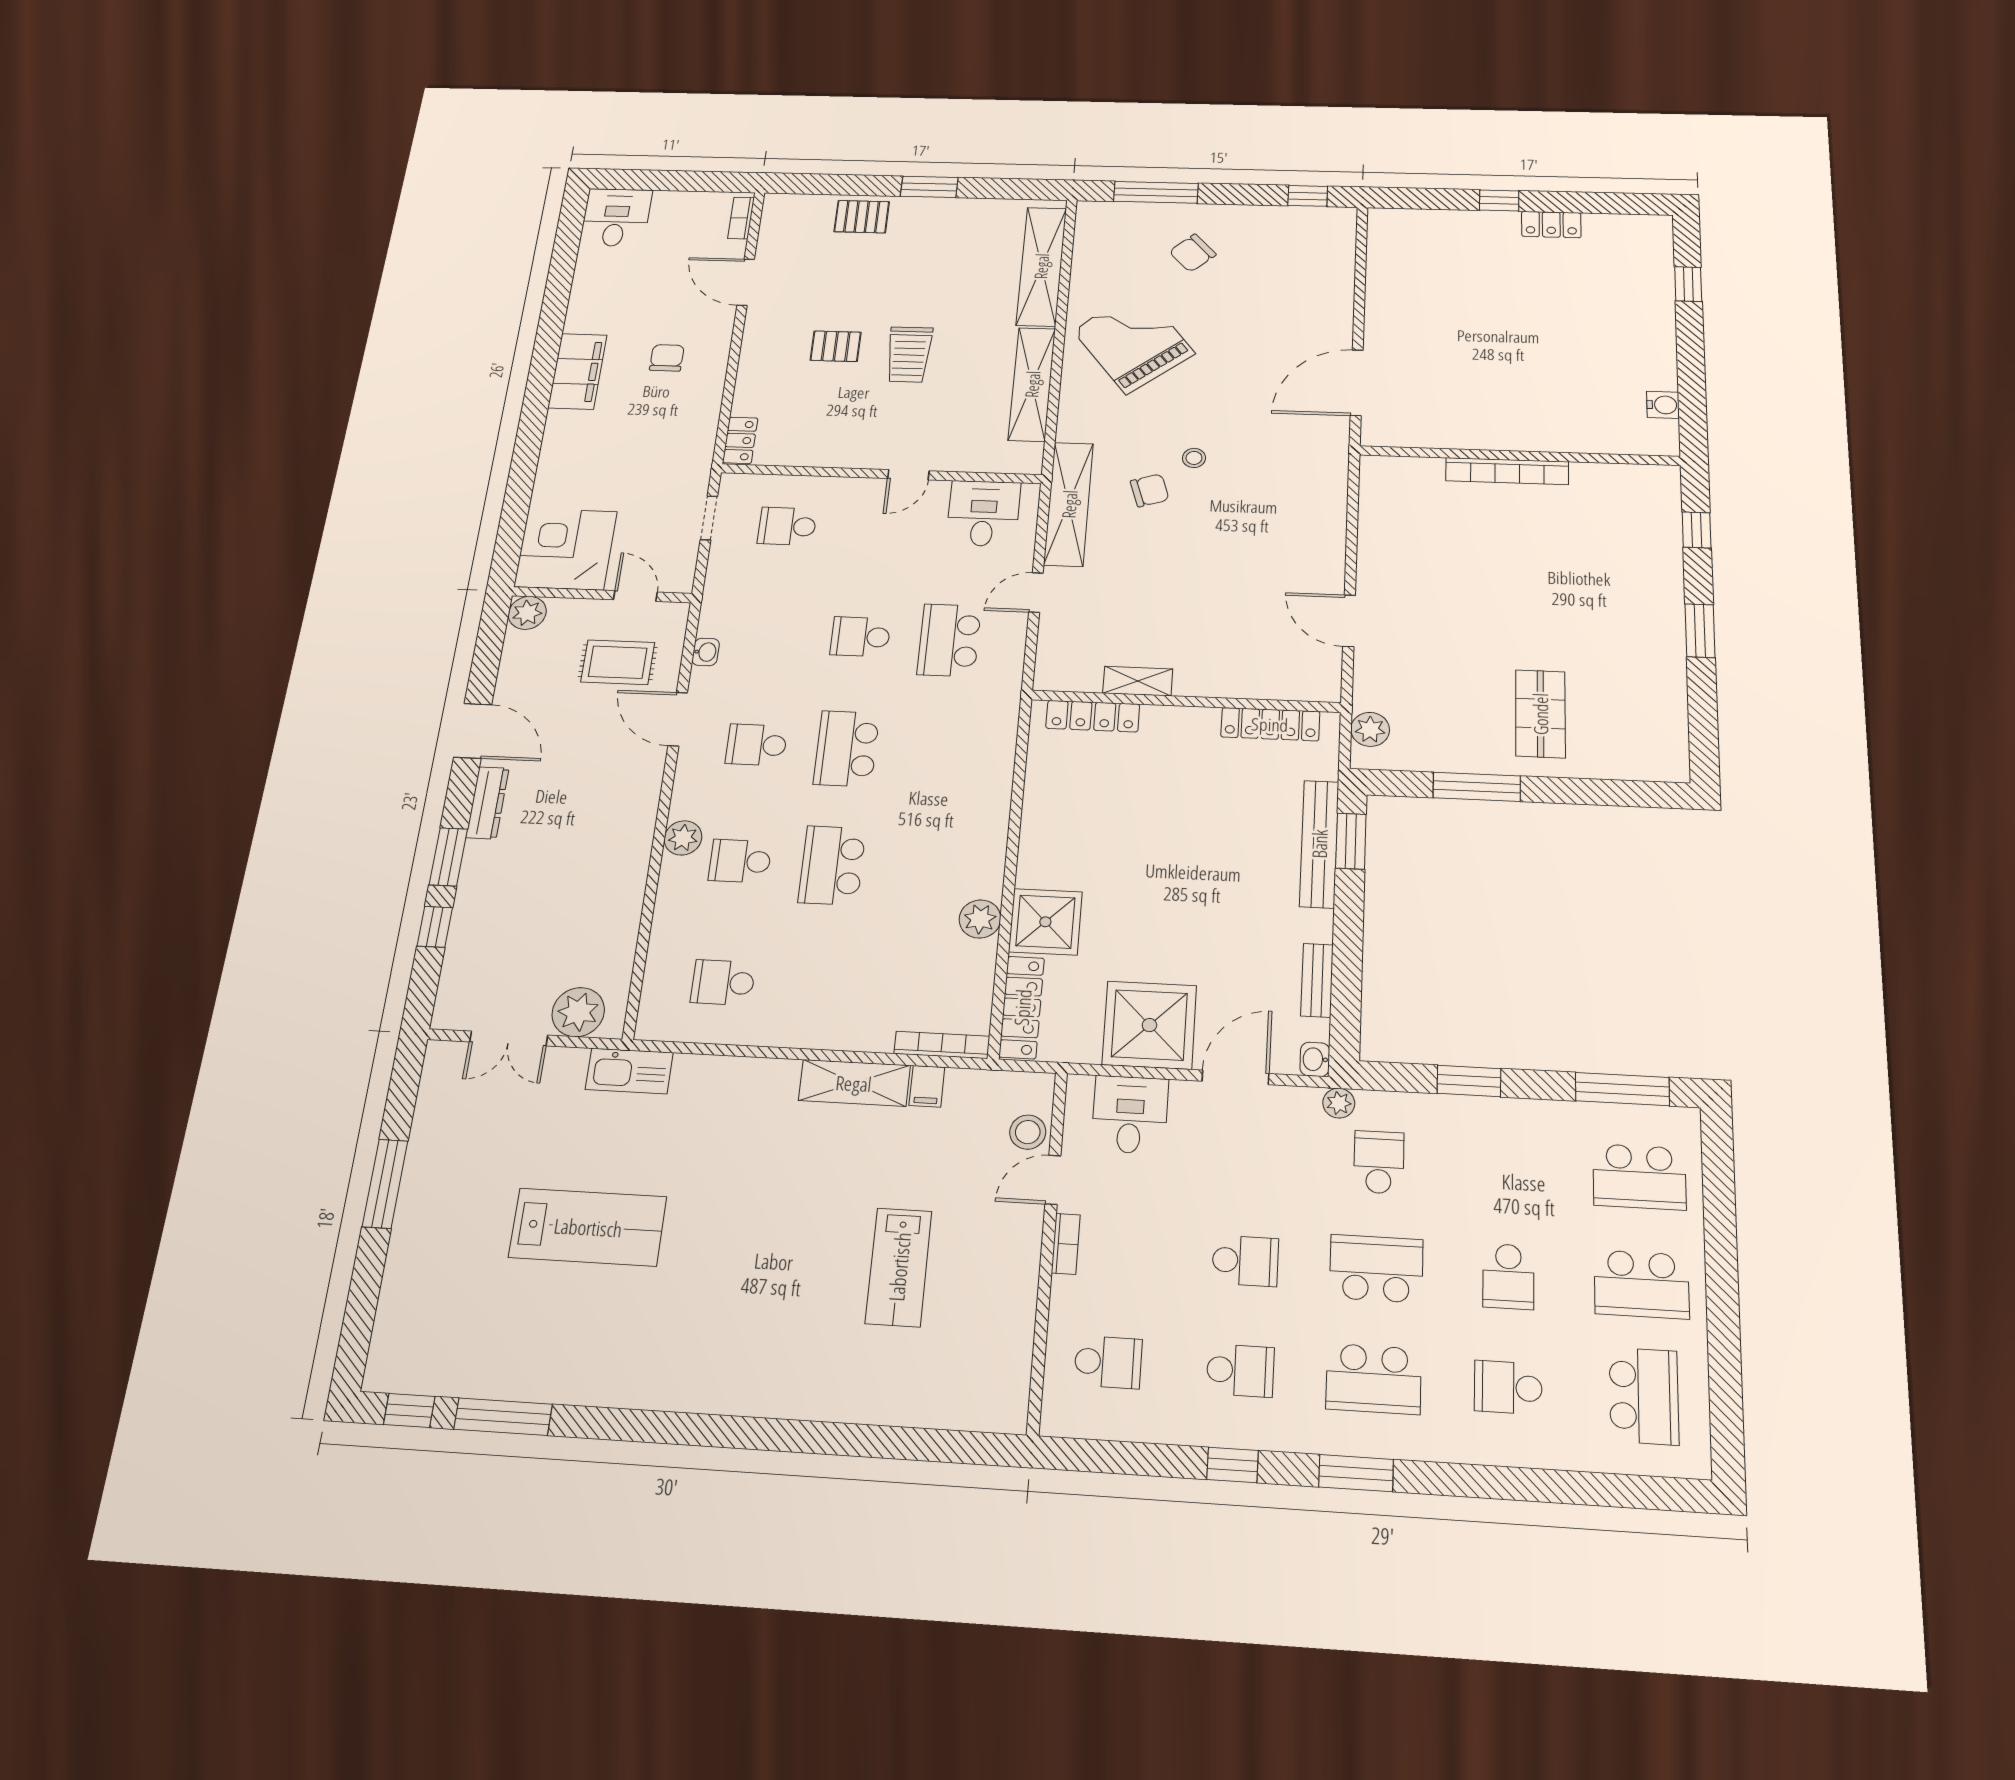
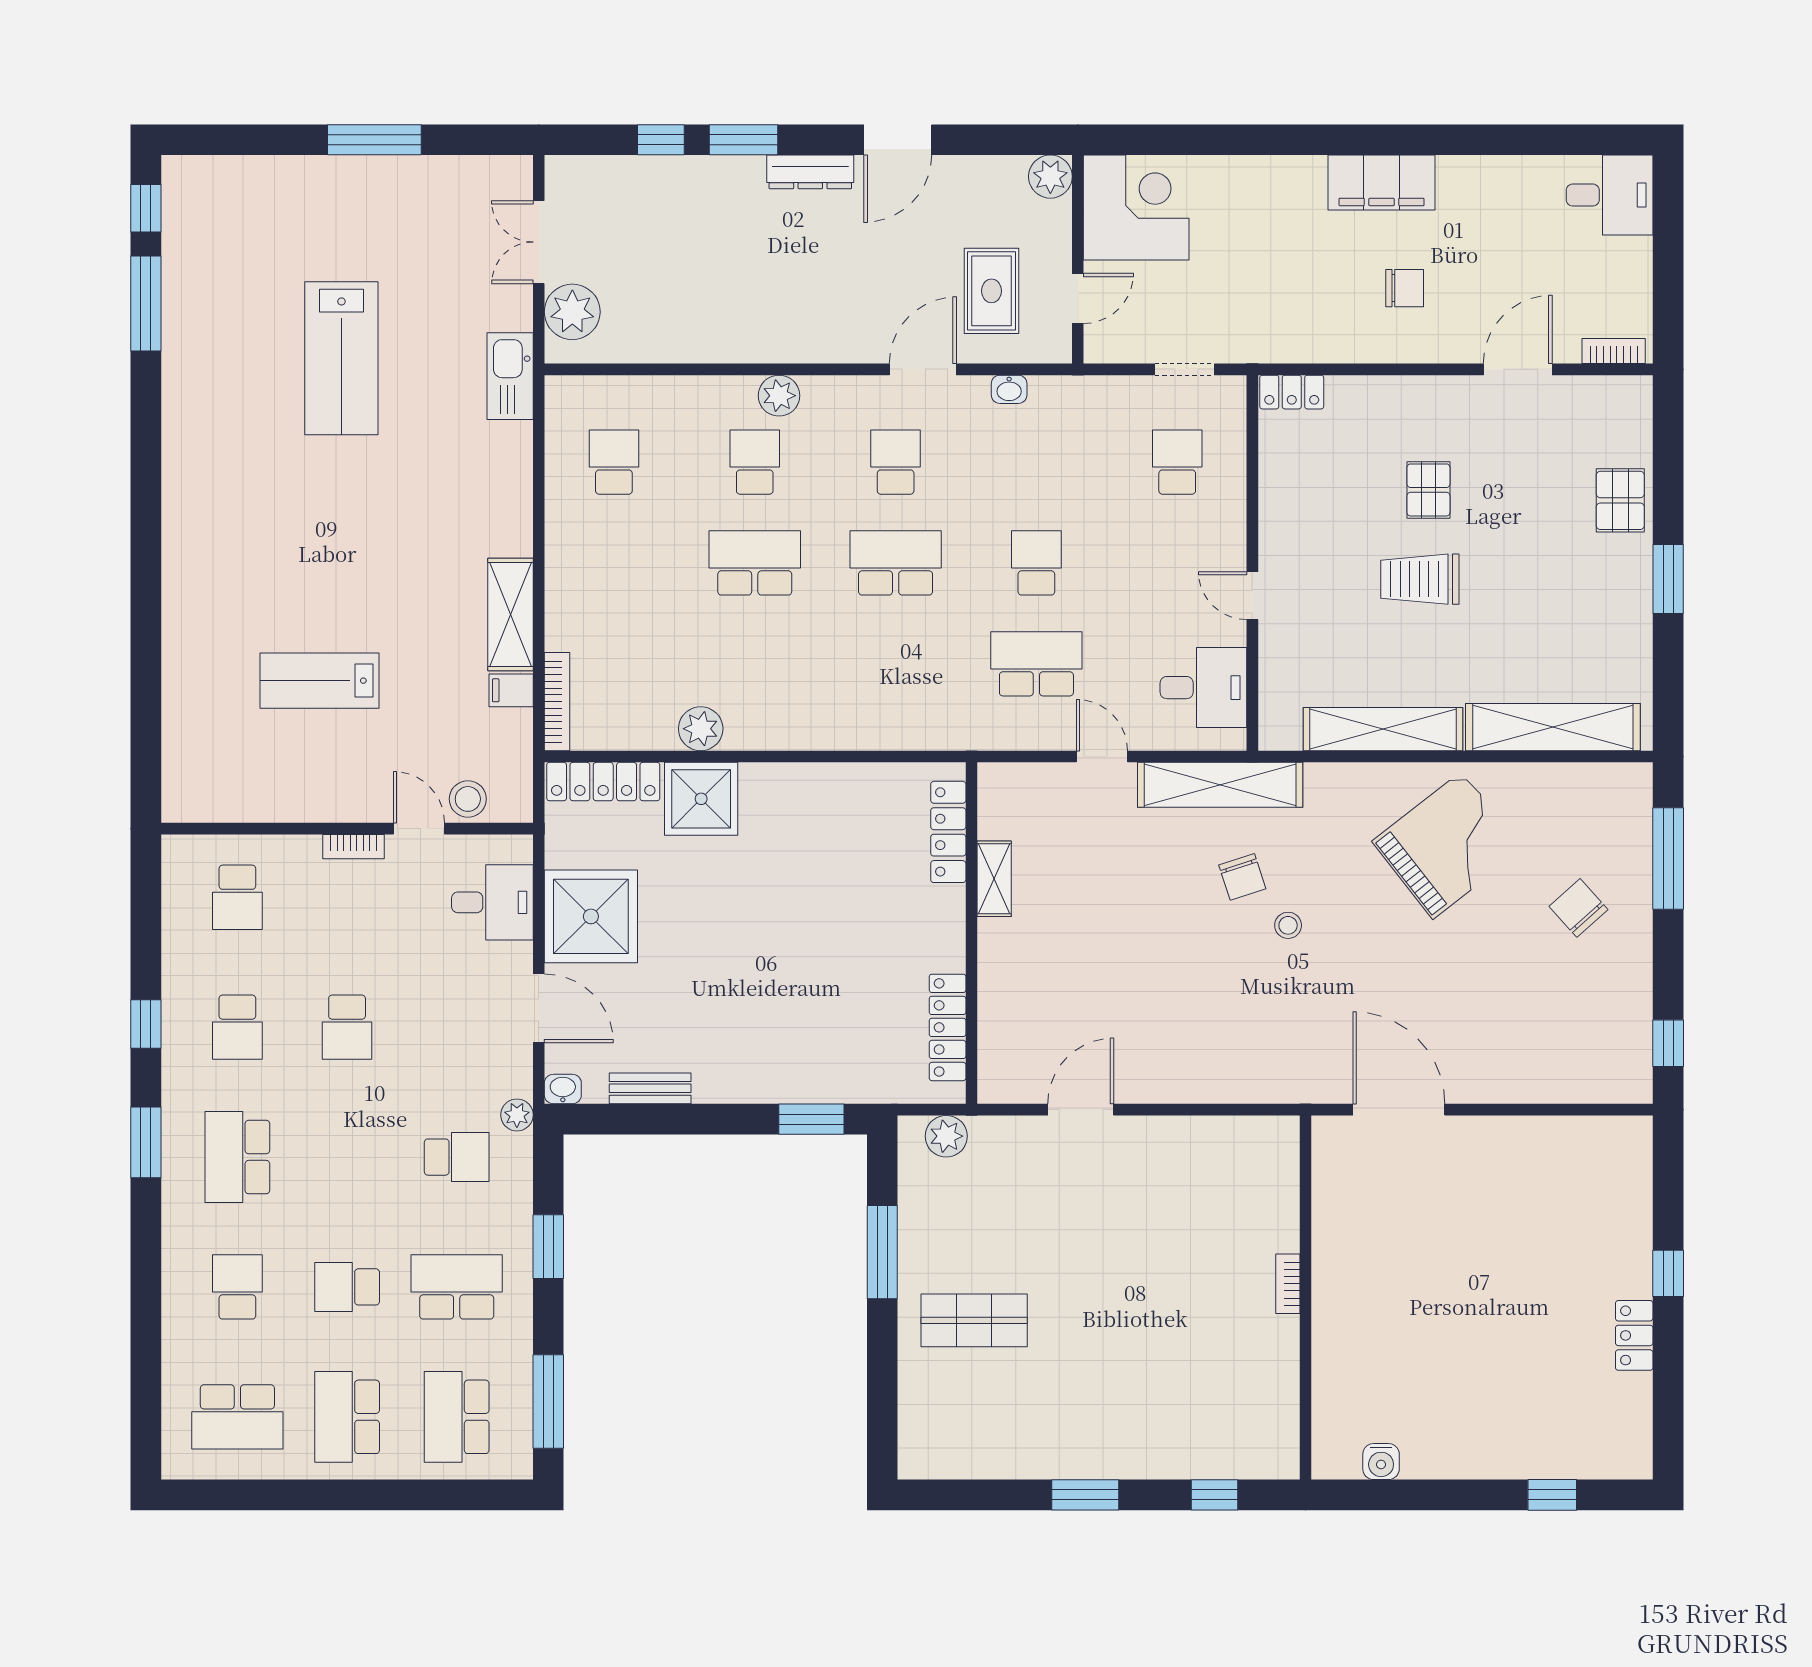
bookcase: (1507, 471) -> (1288, 1284), width x0.43, depth x0.76
bench: (1319, 844) -> (806, 1085), removed
school desk: (1376, 1269) -> (457, 1287), moved, turned -90

